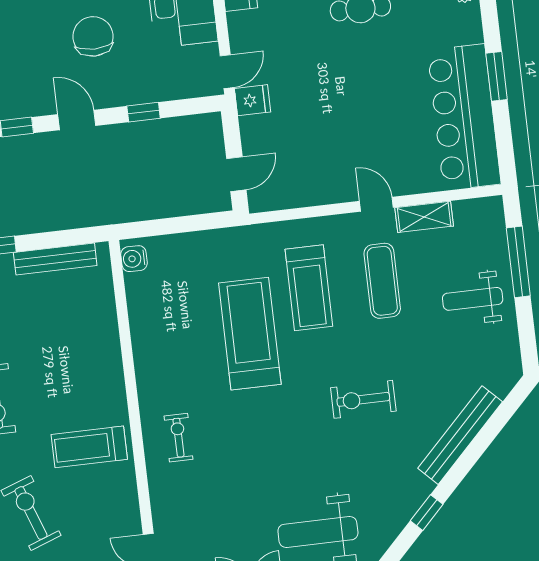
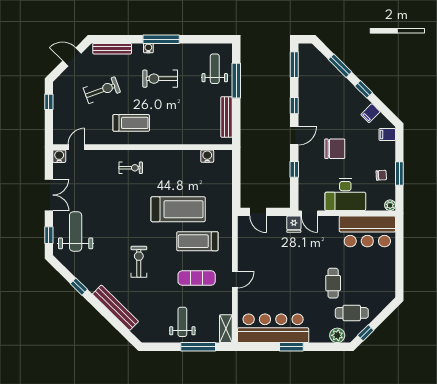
shelving: (424, 217) -> (226, 329), moved
water cooler: (134, 259) -> (207, 156), moved
treadmill: (89, 447) -> (131, 123), turned 90

